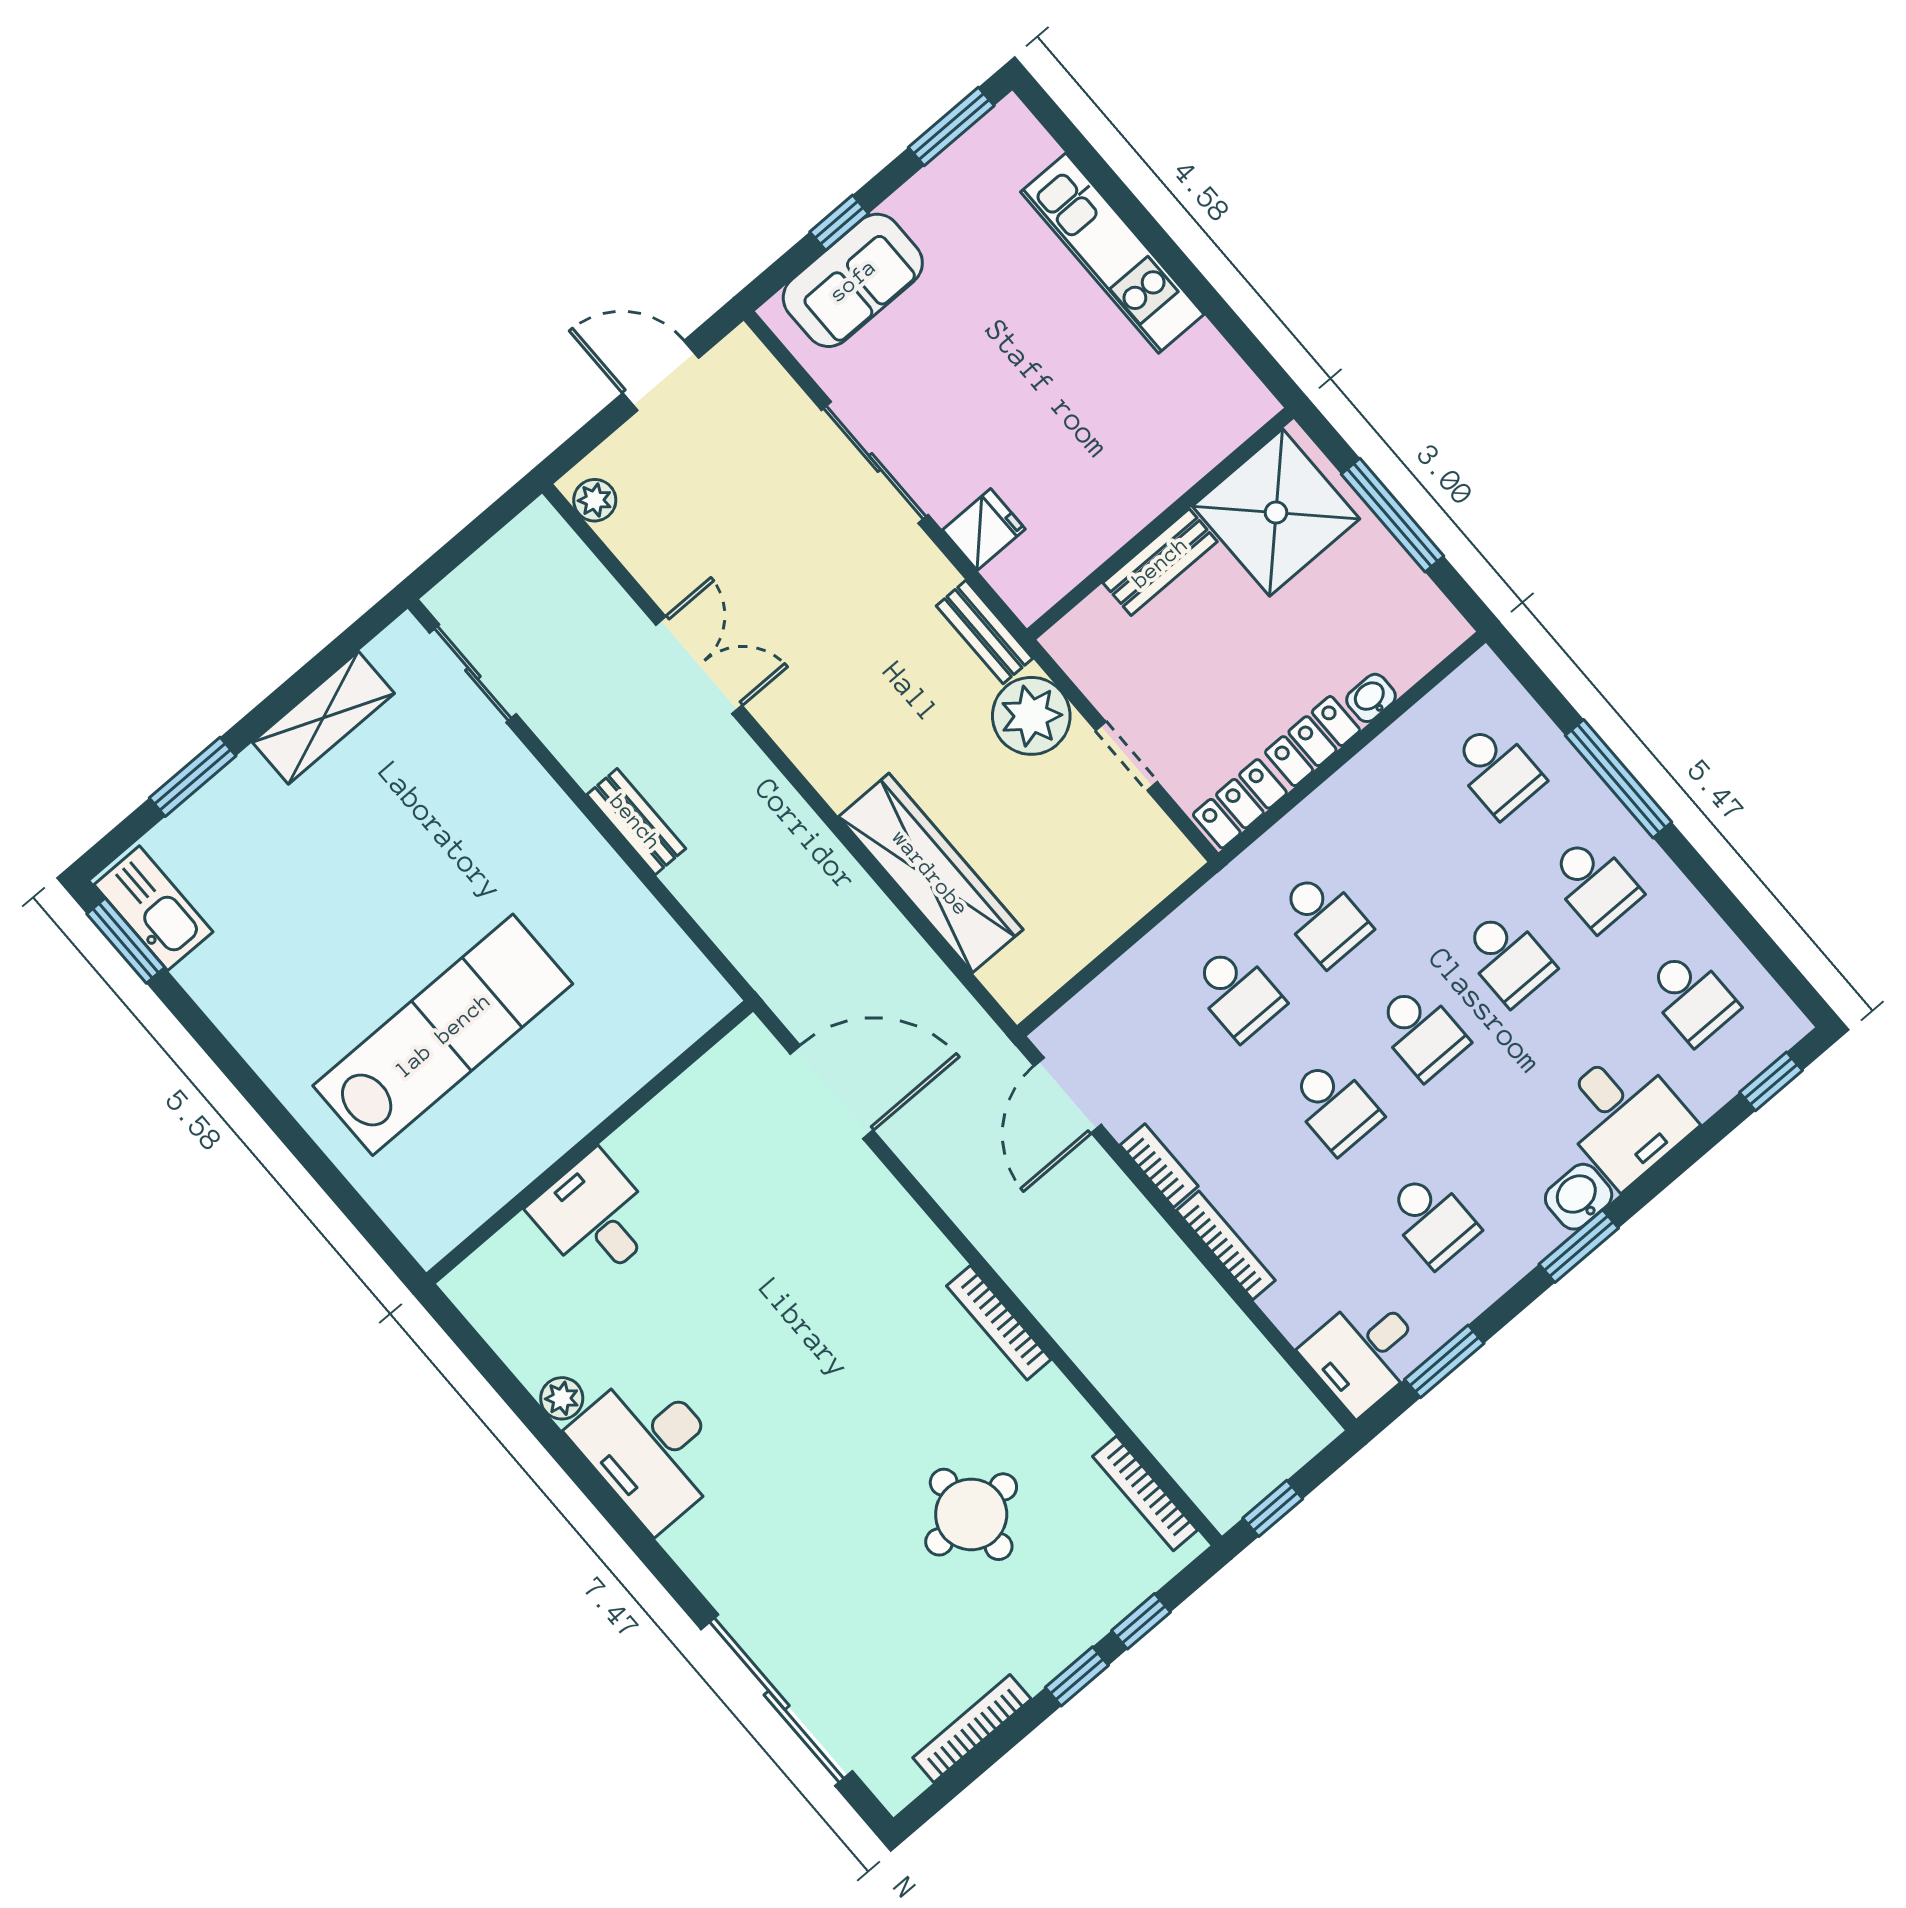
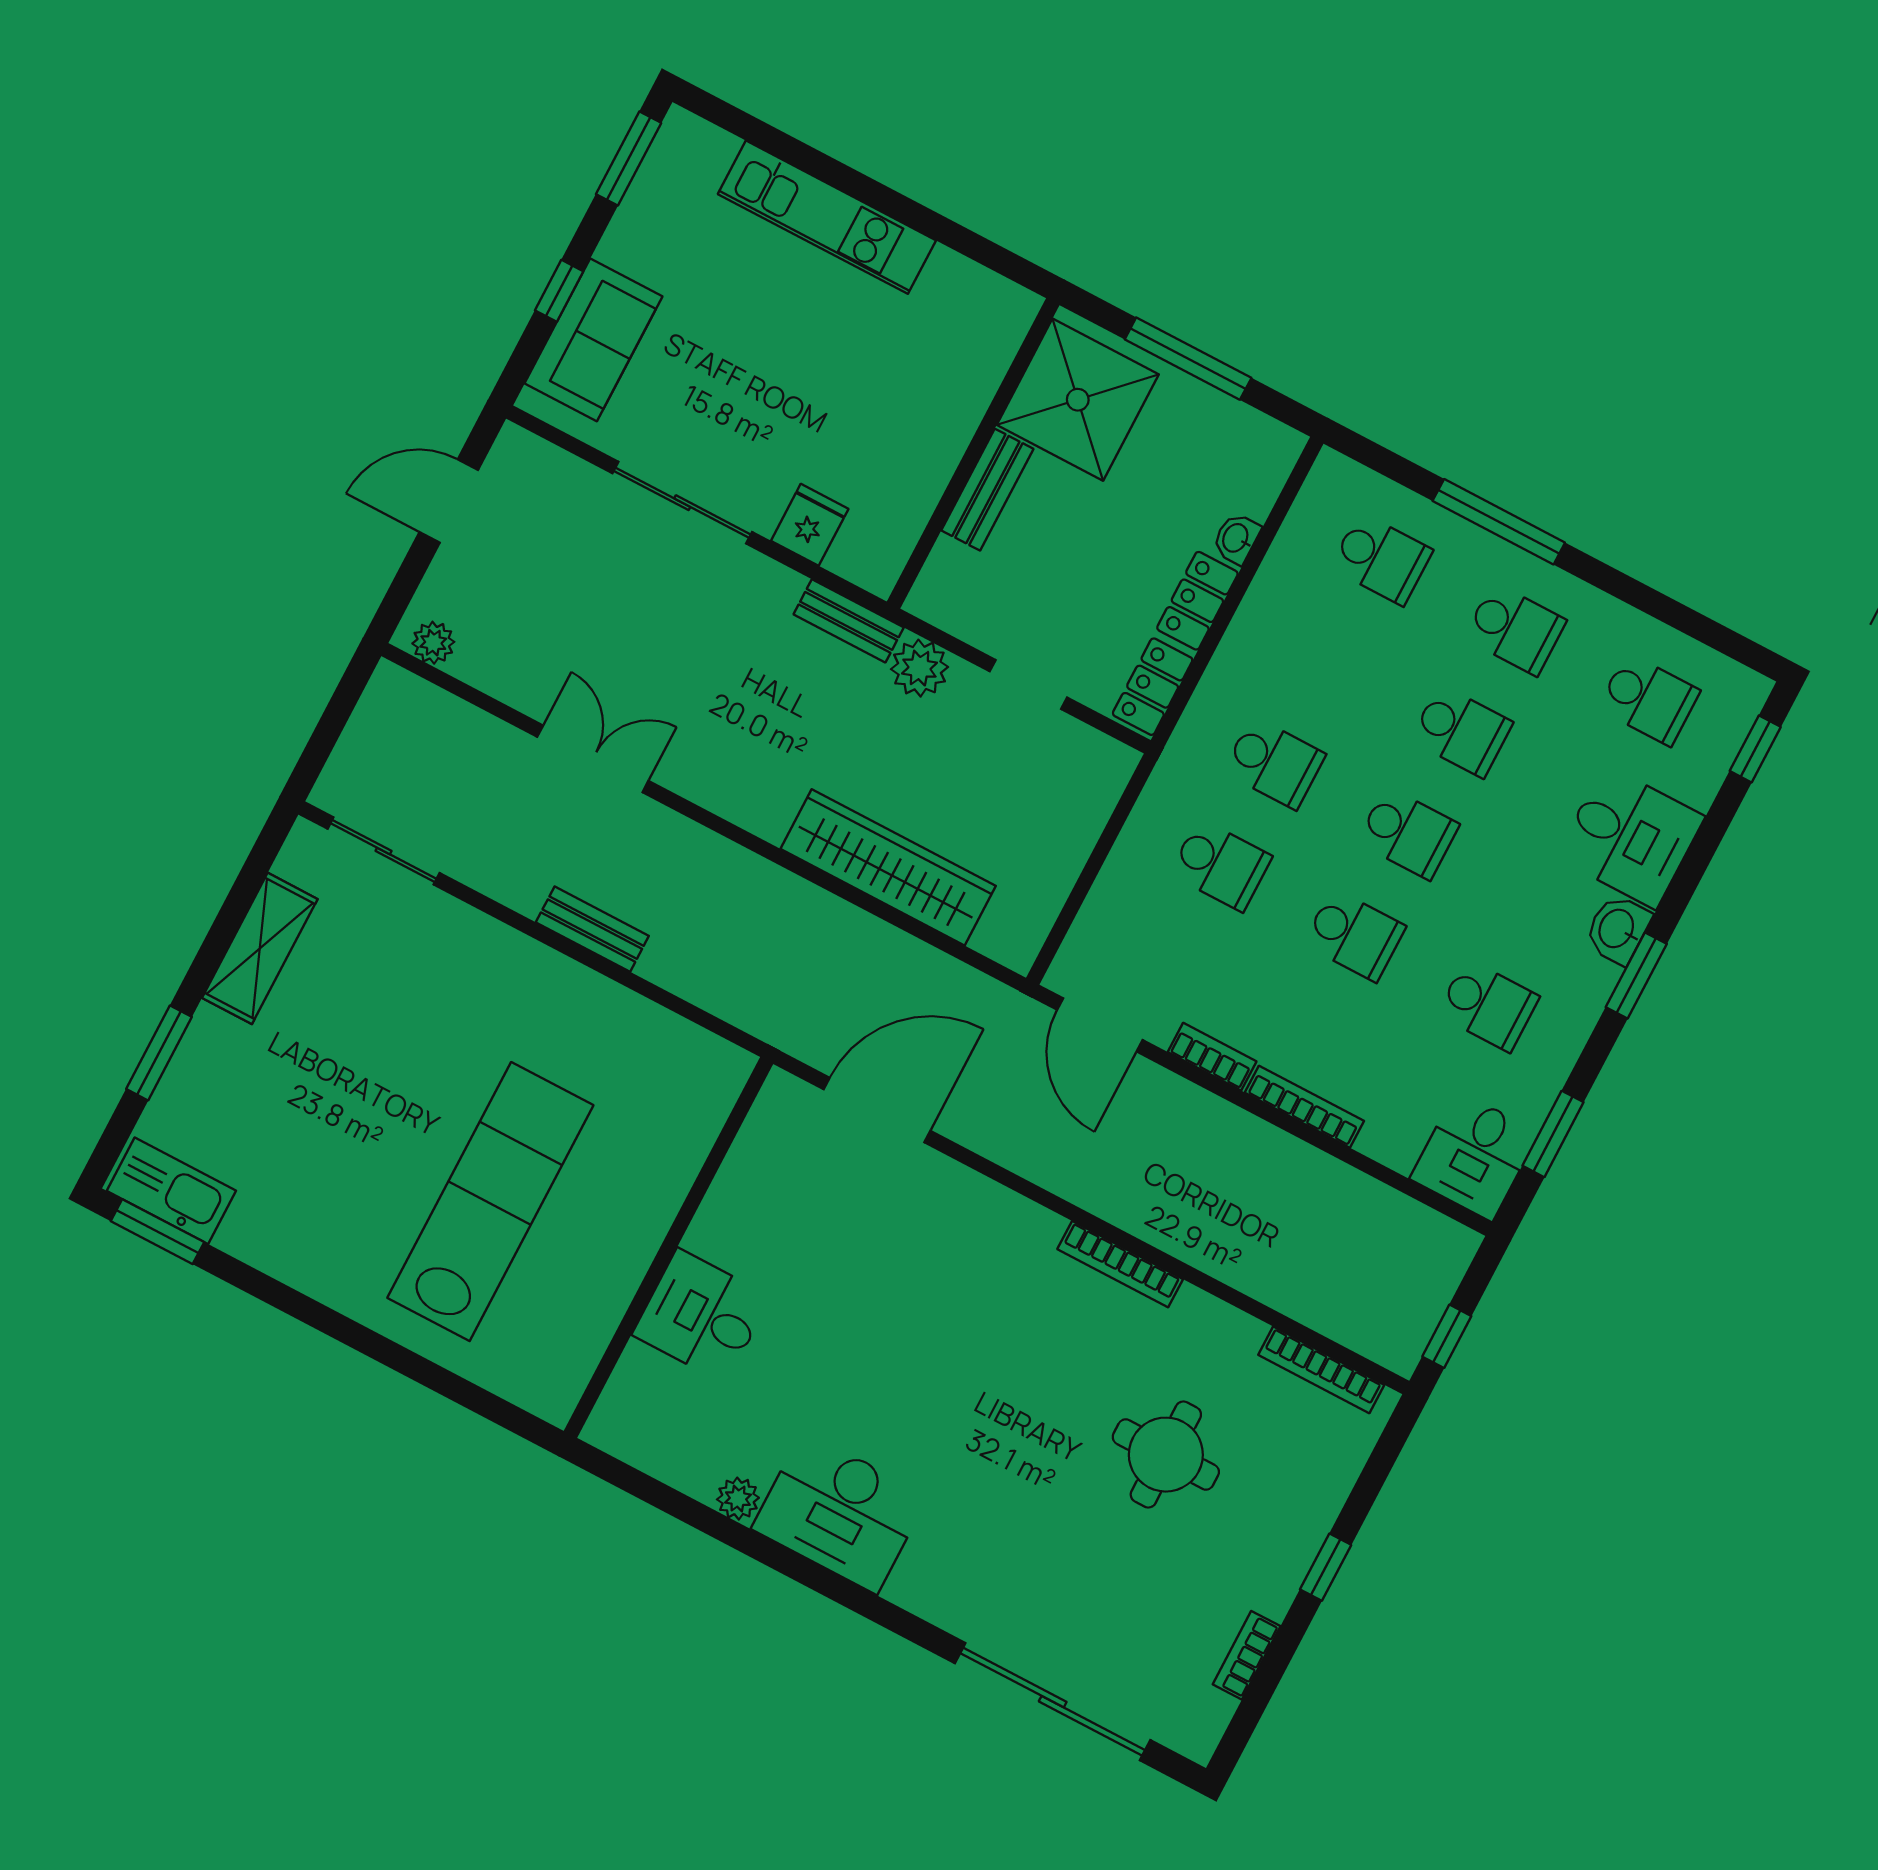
plant: (1031, 716) -> (919, 668), width x0.73, depth x0.73
window: (1141, 1621) -> (1365, 1491), removed
bookcase: (972, 1728) -> (1247, 1655), width x0.64

